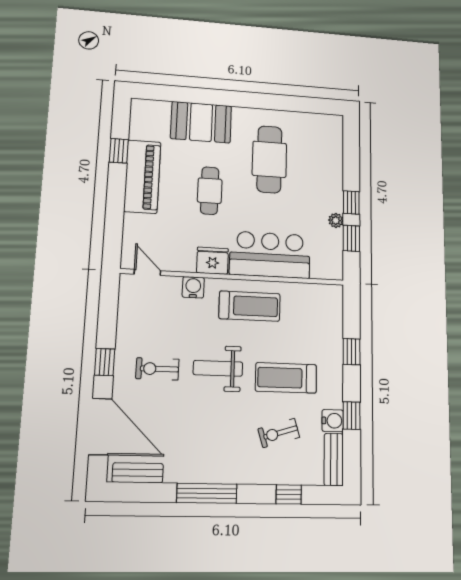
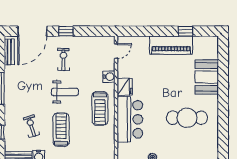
cafe table: (210, 191) -> (165, 84), removed
weight bench: (218, 368) -> (65, 92), turned 90

